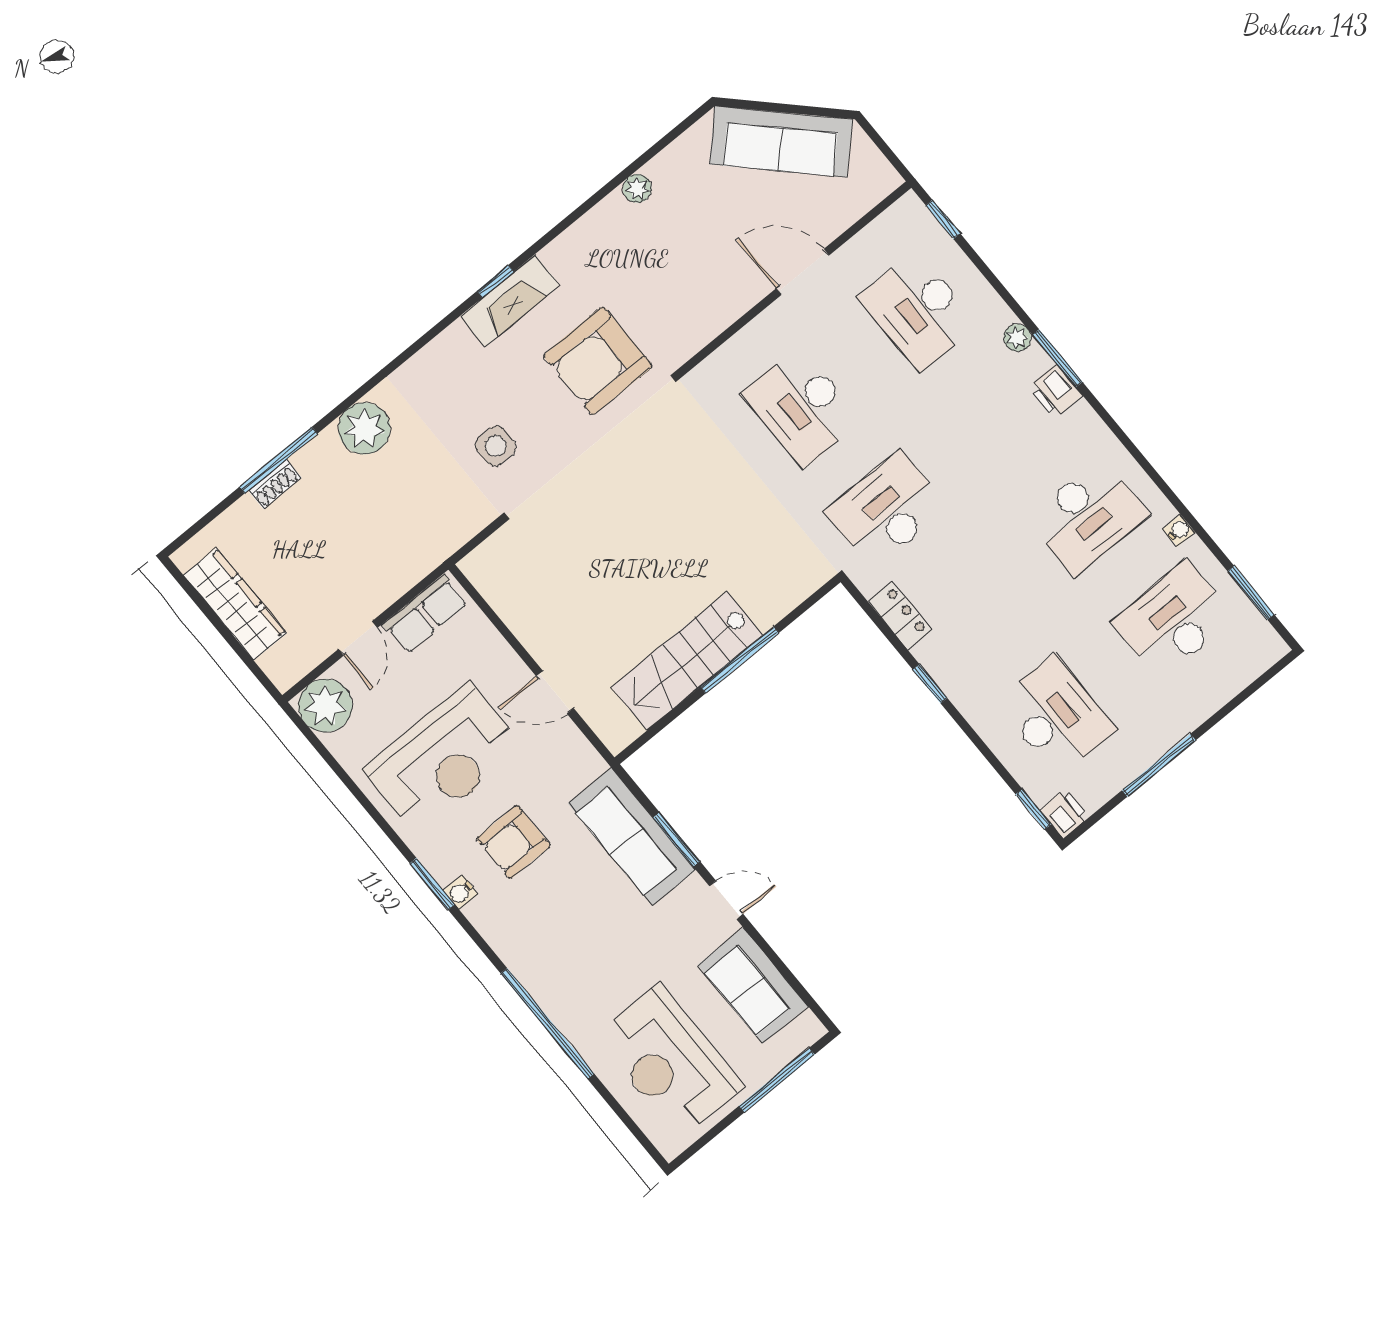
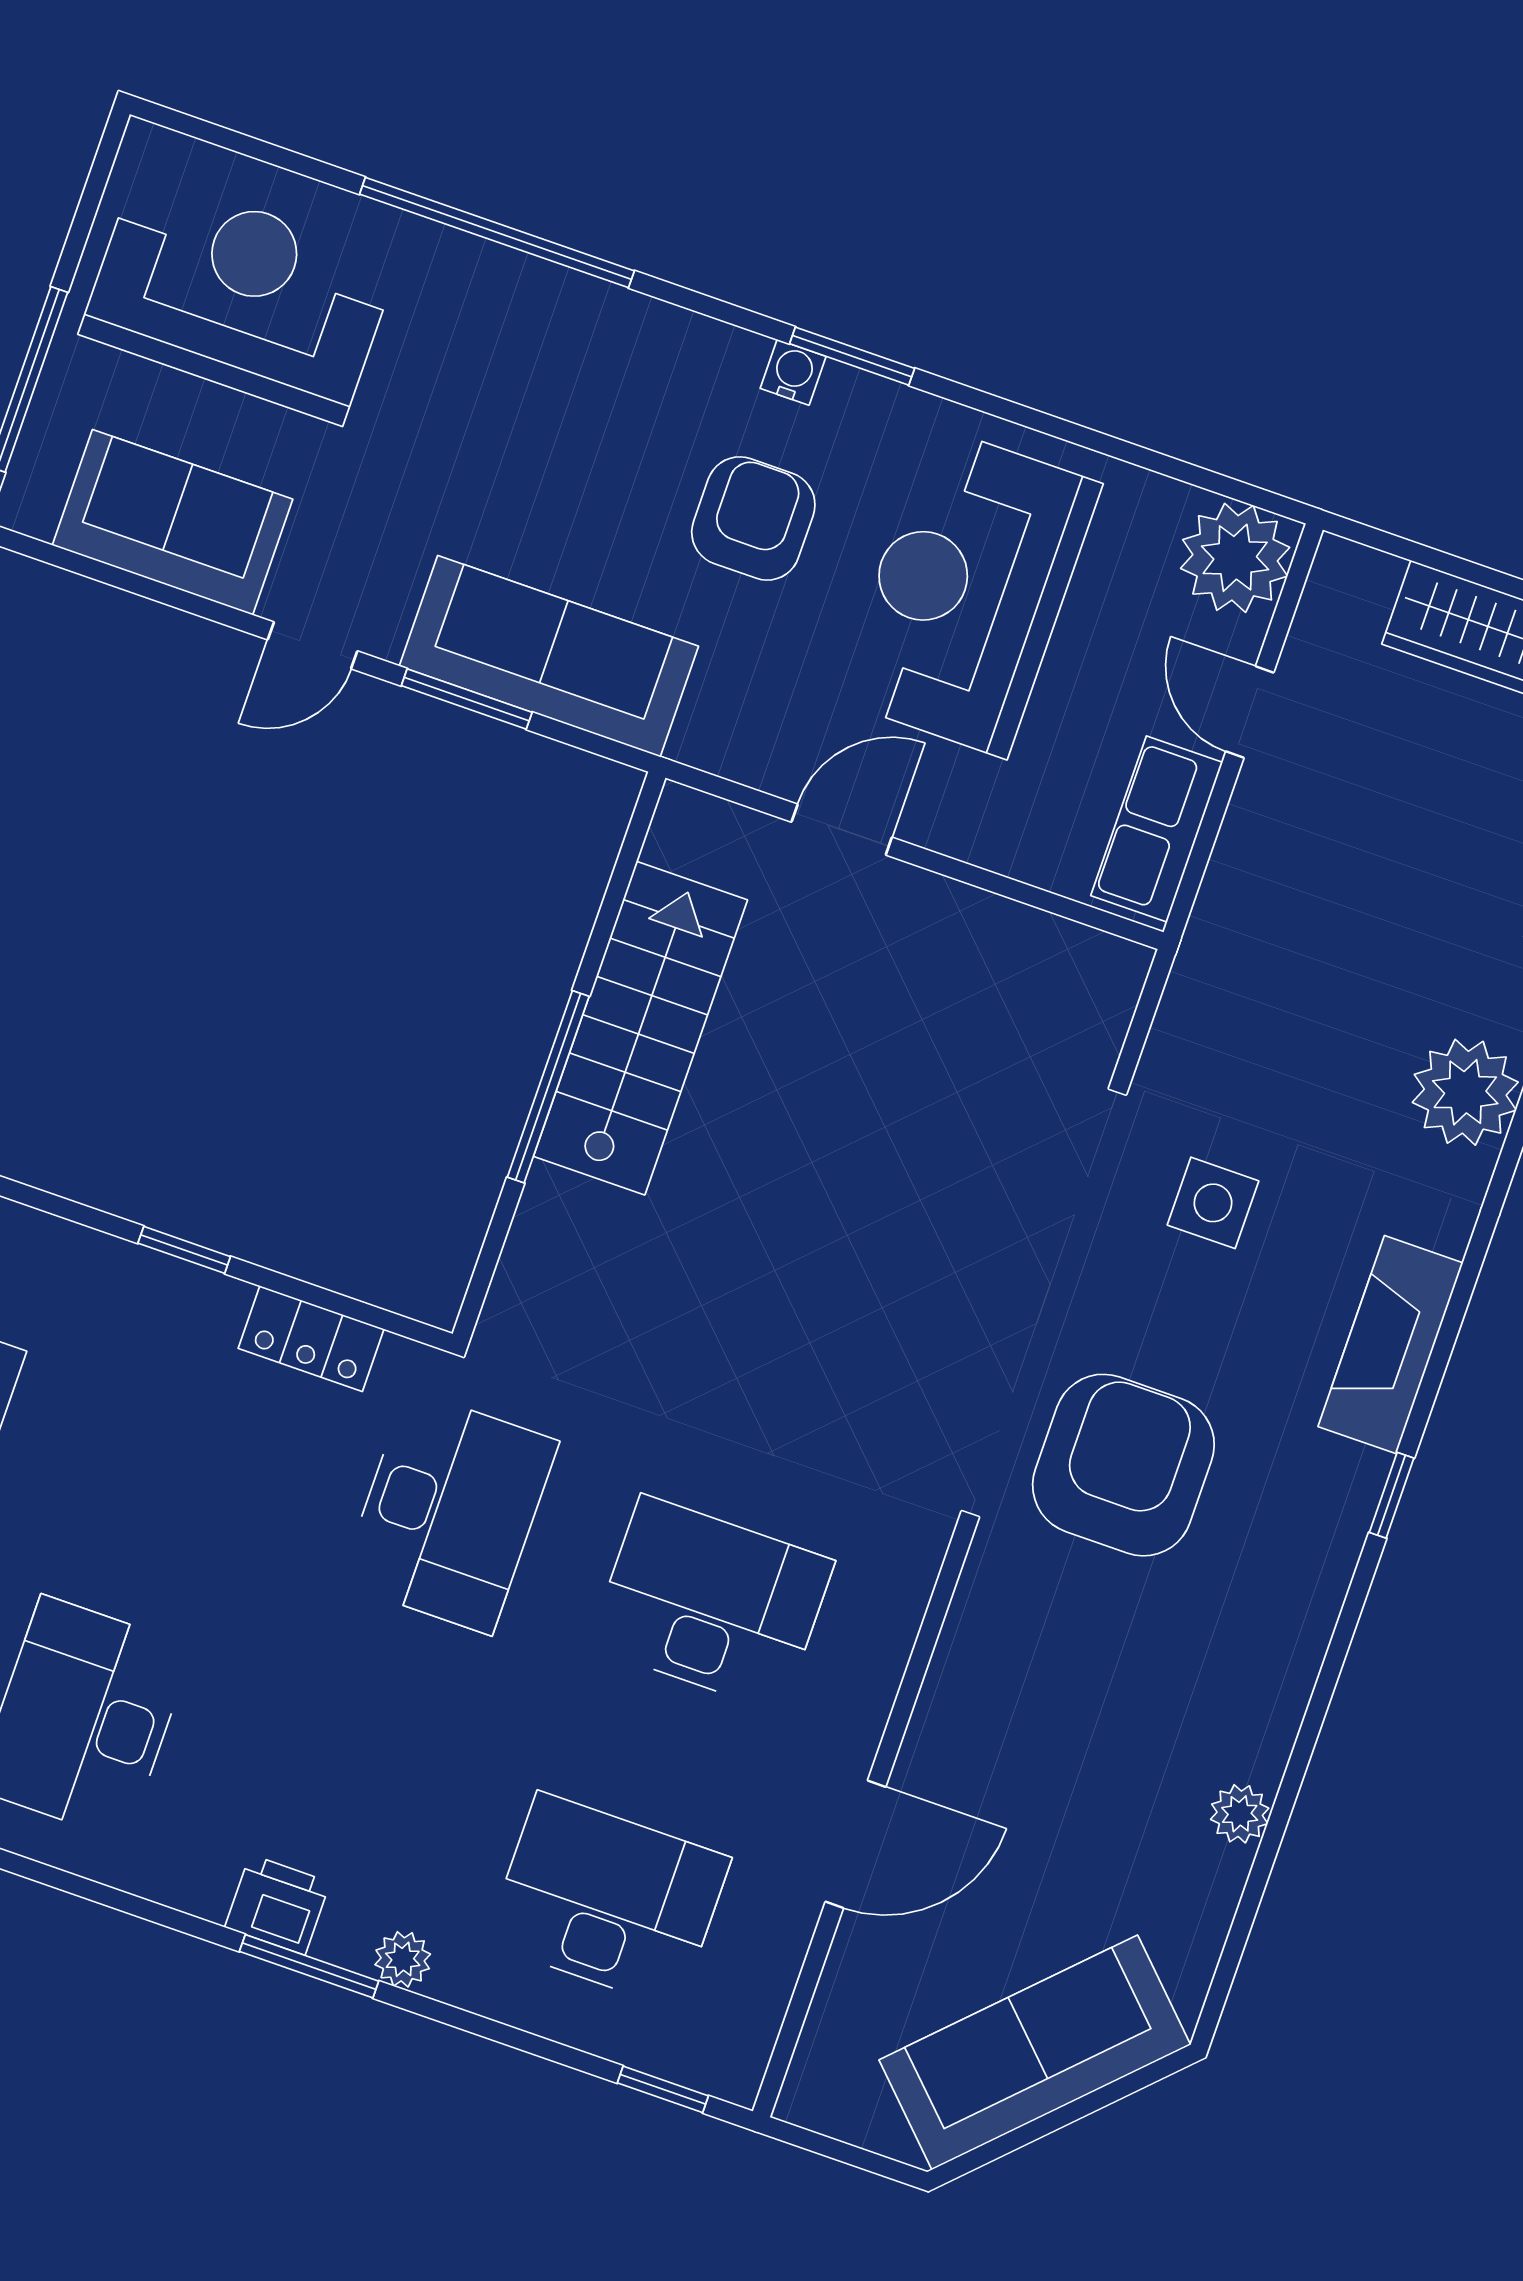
fireplace: (510, 301) -> (1391, 1345), moved

